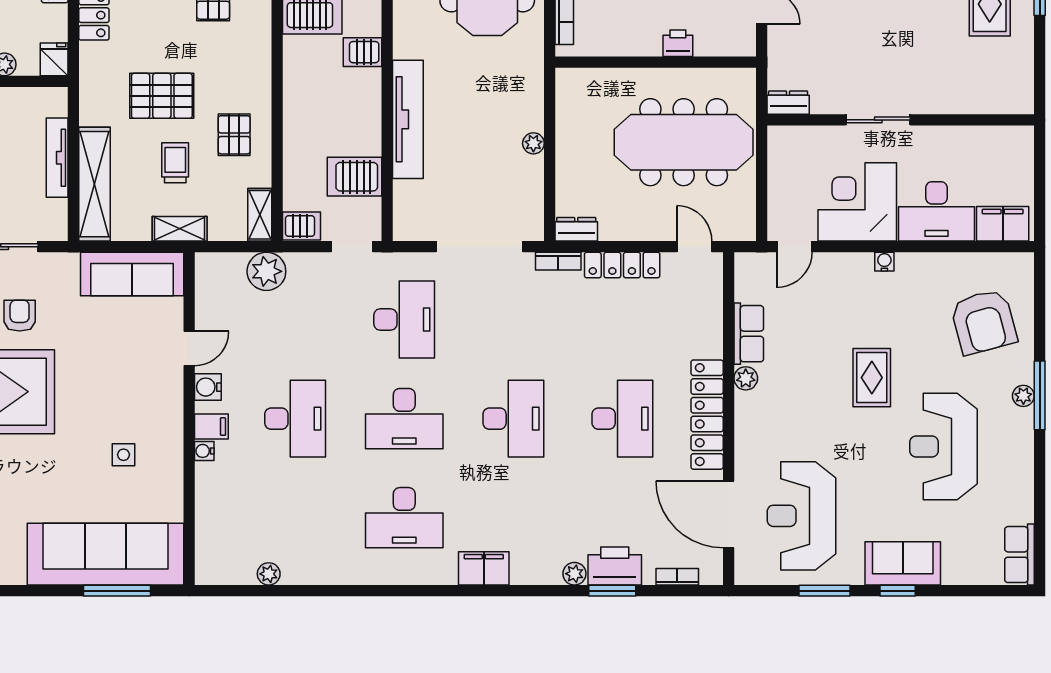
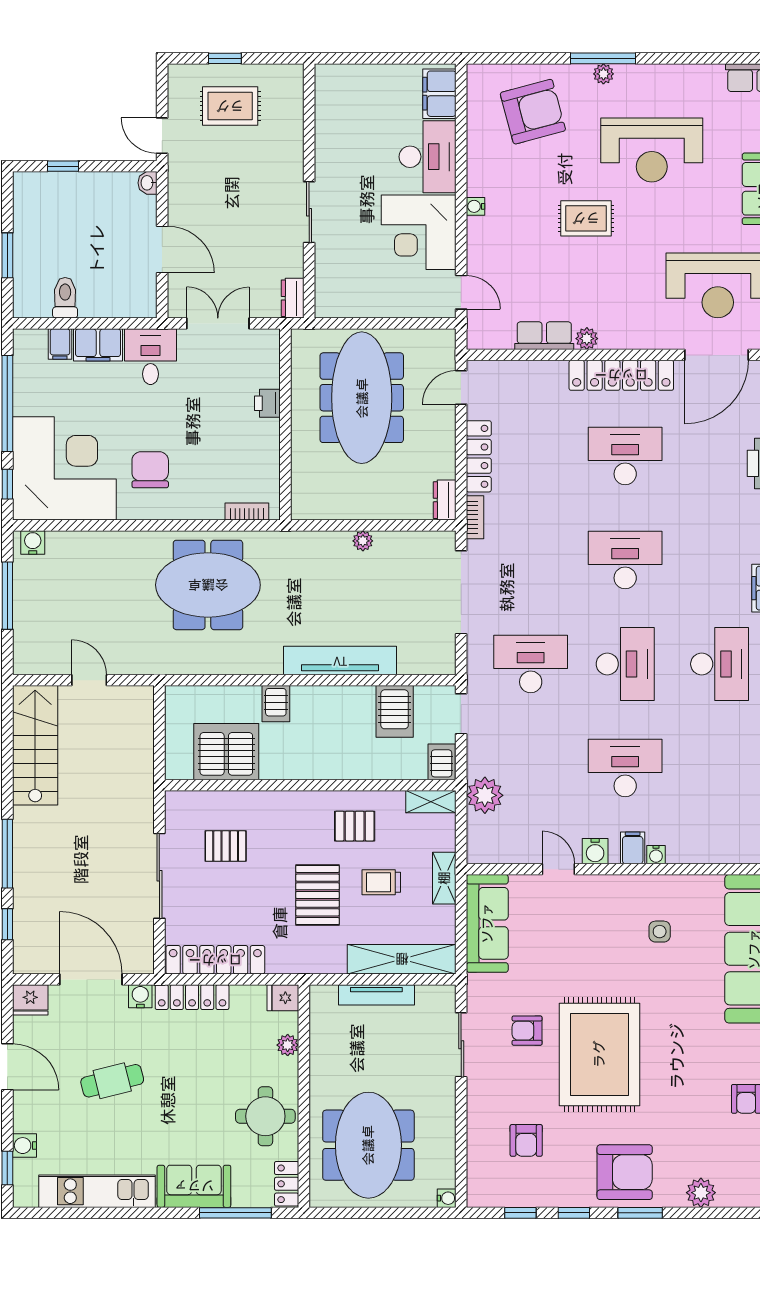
dresser: (788, 103) -> (293, 298), moved
sliding door: (878, 120) -> (309, 212), moved
wall: (901, 120) -> (309, 191), moved

